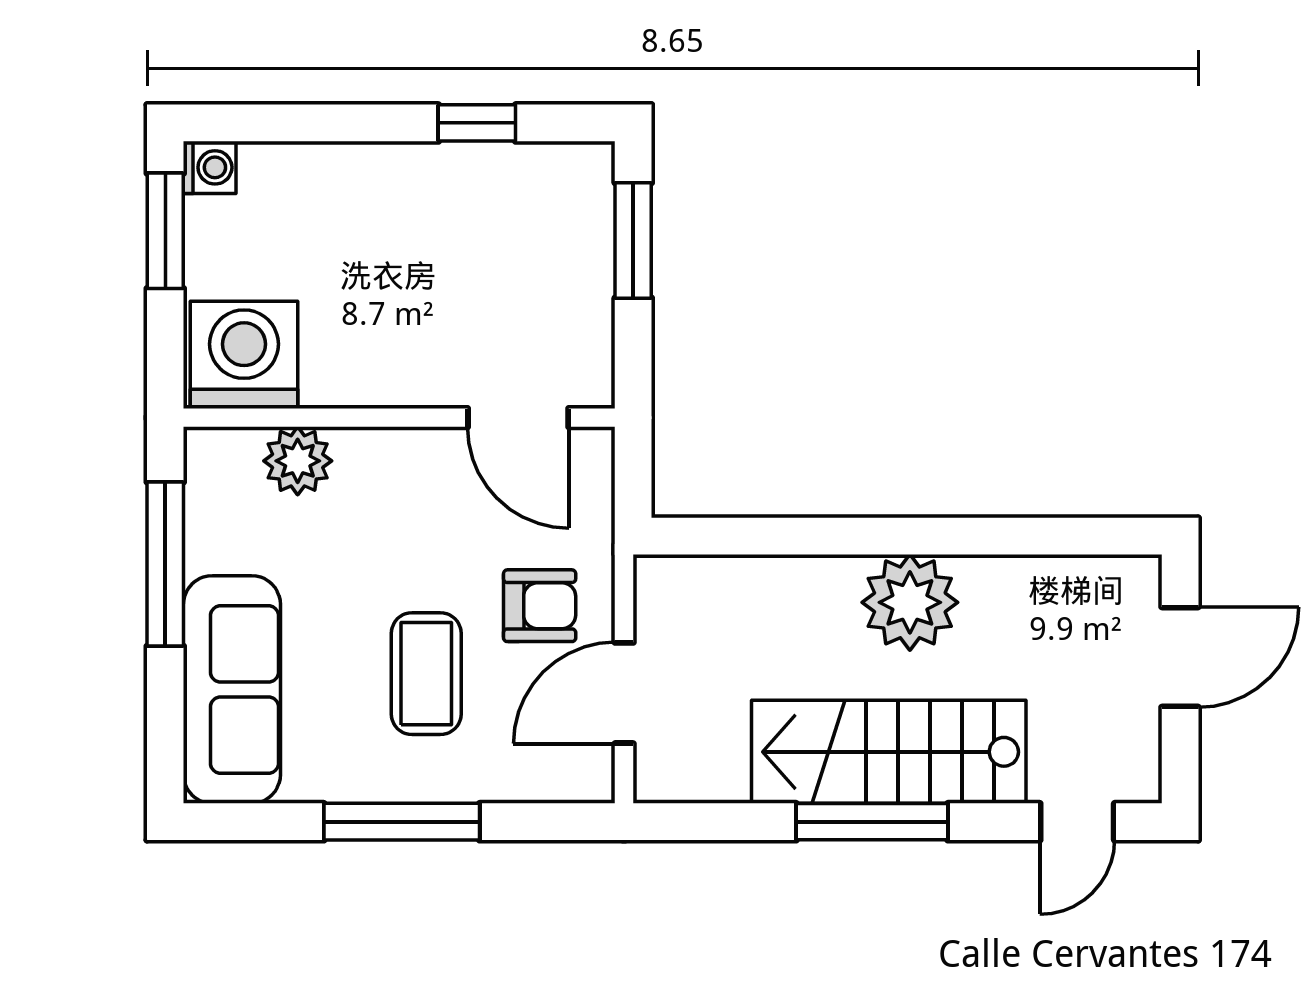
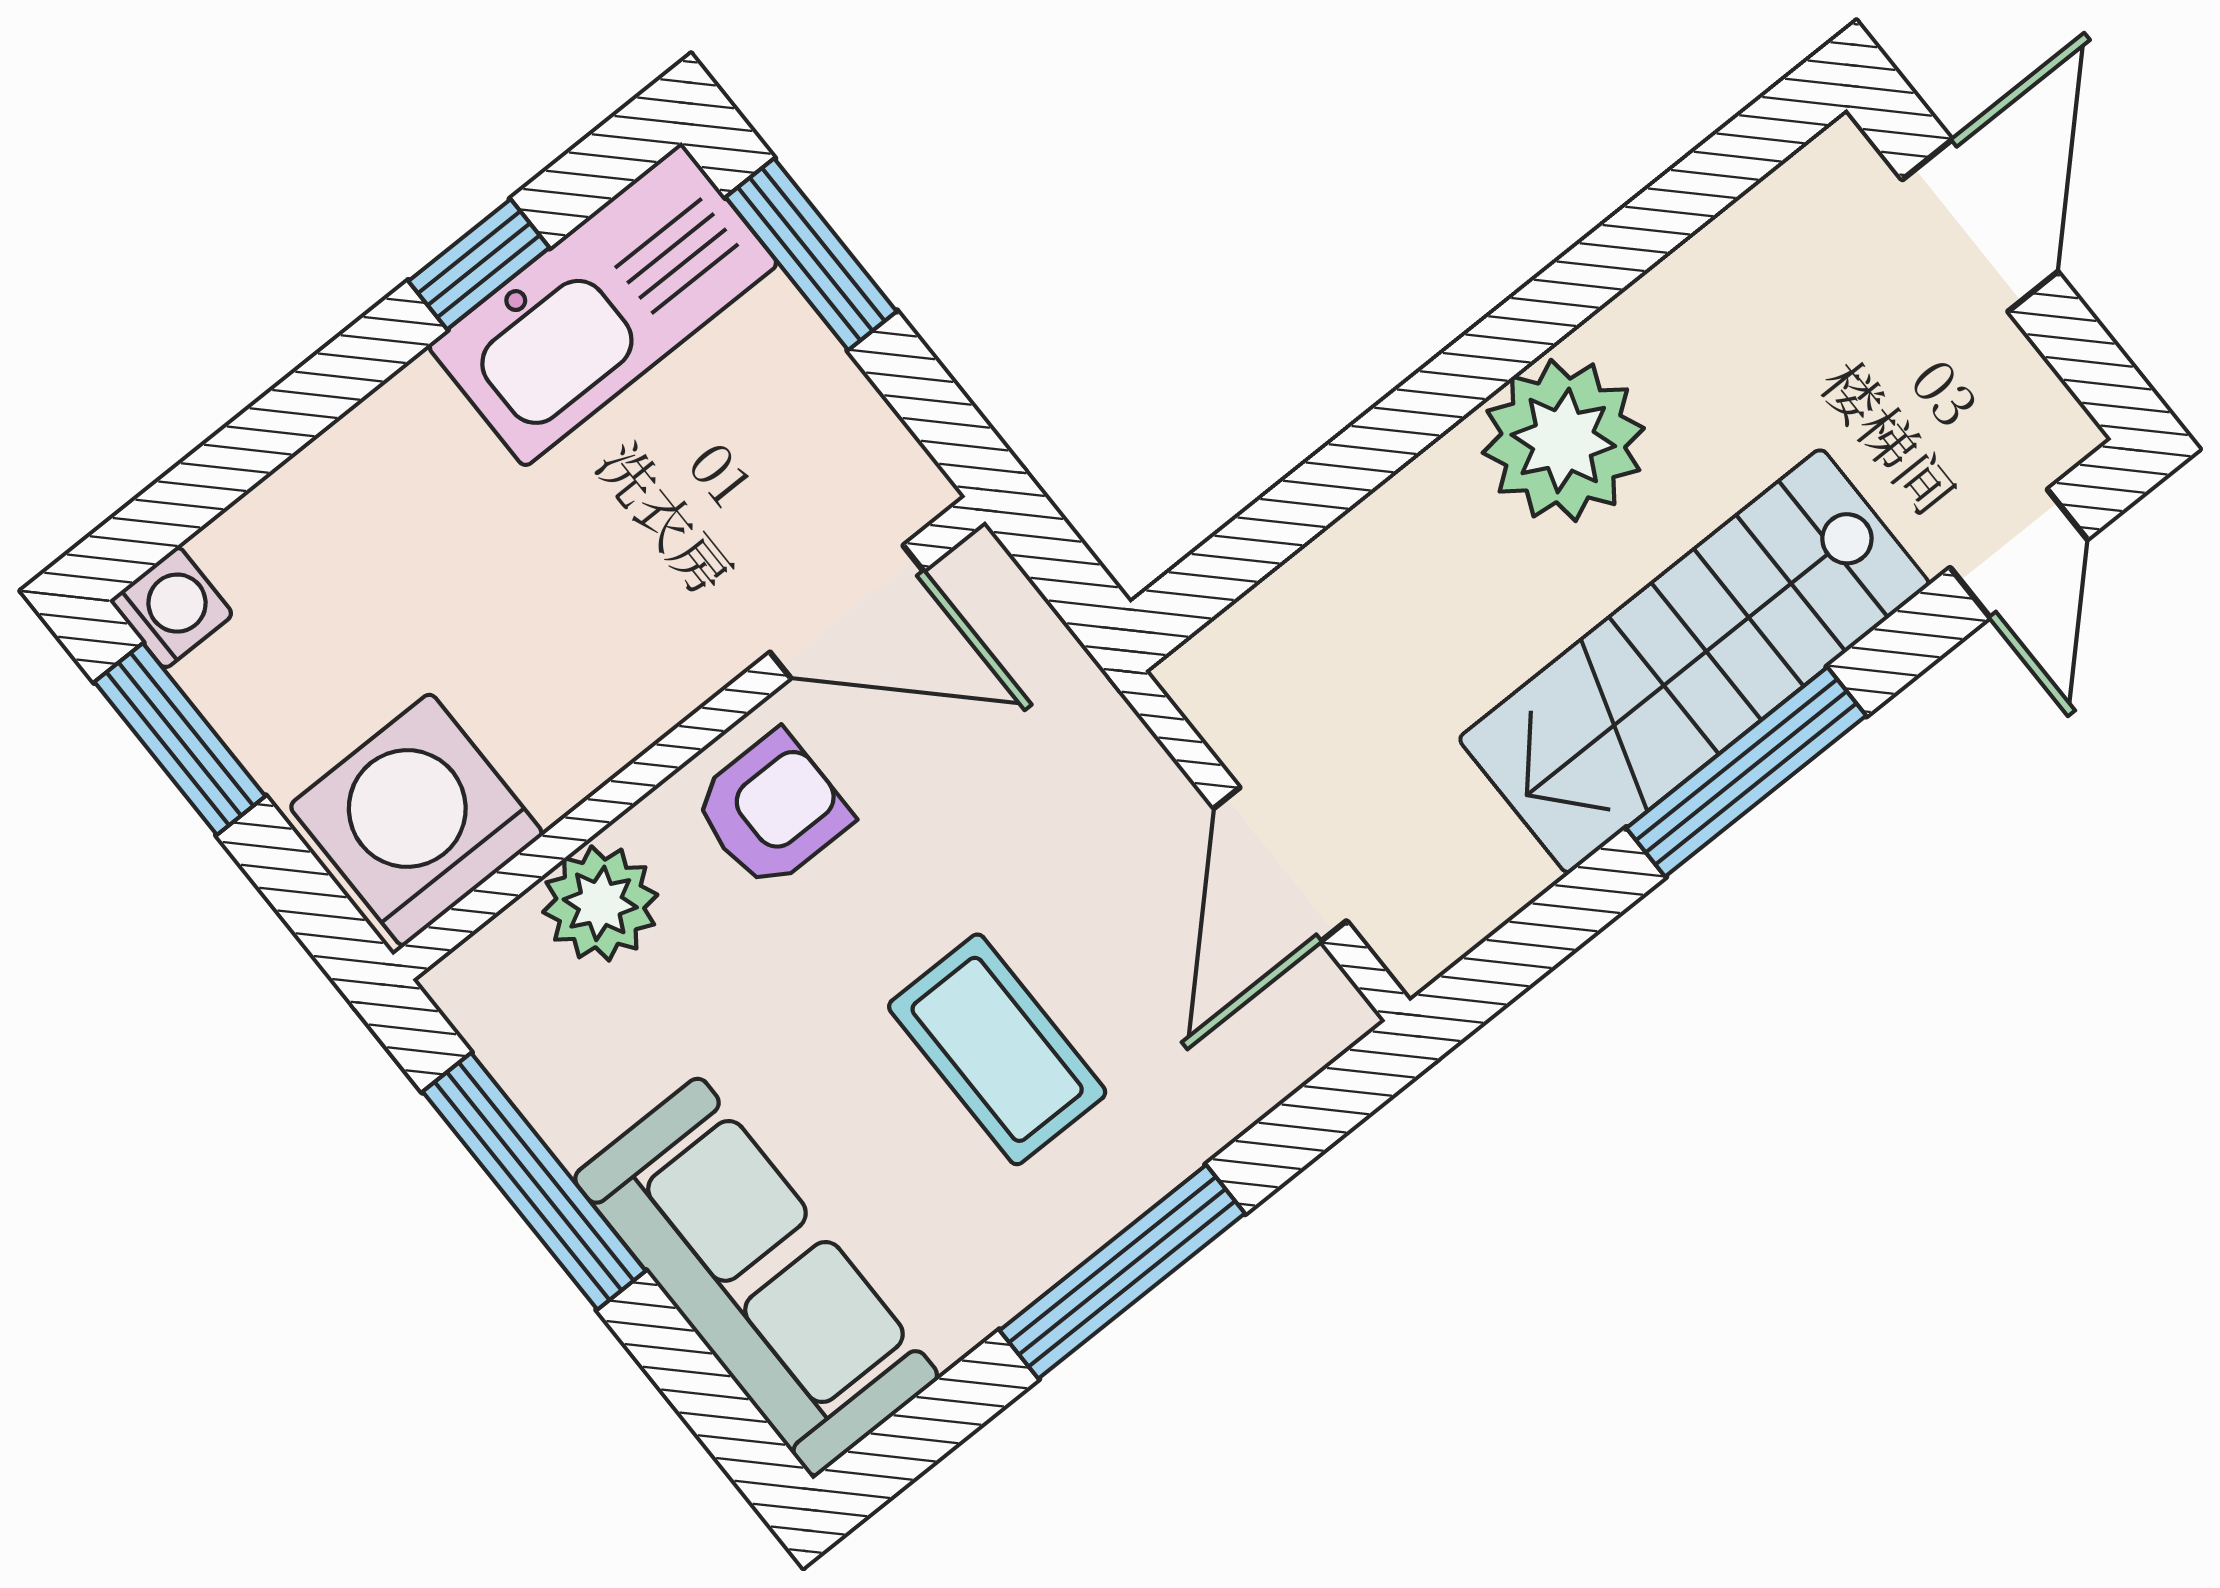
kitchen sink: (519, 187) -> (603, 305), added
armchair: (540, 606) -> (772, 810), moved

